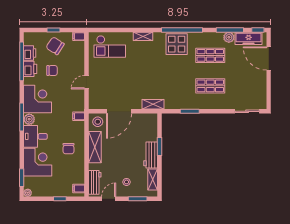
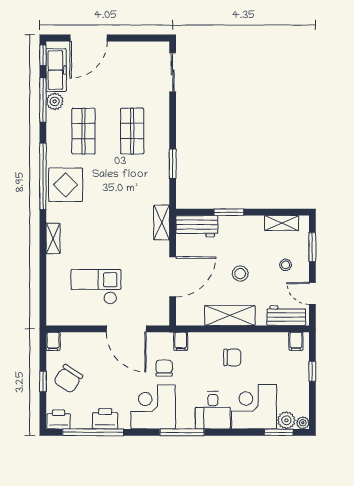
checkout: (110, 47) -> (96, 287), moved, turned -90
printer: (30, 53) -> (59, 419), moved
chair: (52, 70) -> (164, 368), moved
door: (86, 82) -> (126, 329), width x1.87
door: (119, 111) -> (173, 277), hinge flipped
plant: (29, 119) -> (286, 420), moved
stool: (98, 122) -> (240, 274), moved
workbench: (151, 155) -> (197, 226), moved

